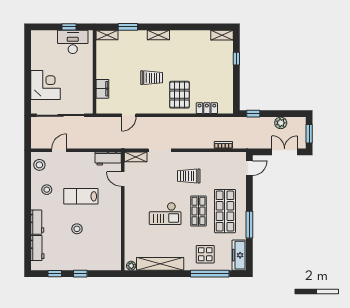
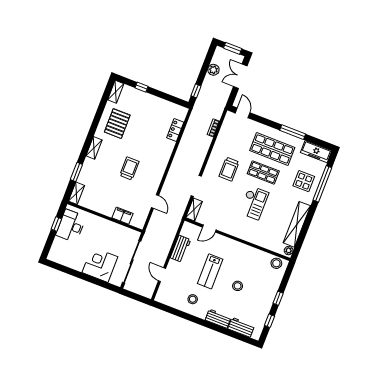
pallet: (179, 95) -> (117, 124), moved, turned 90
workbench: (108, 159) -> (181, 249), moved
stool: (39, 165) -> (276, 263), moved

